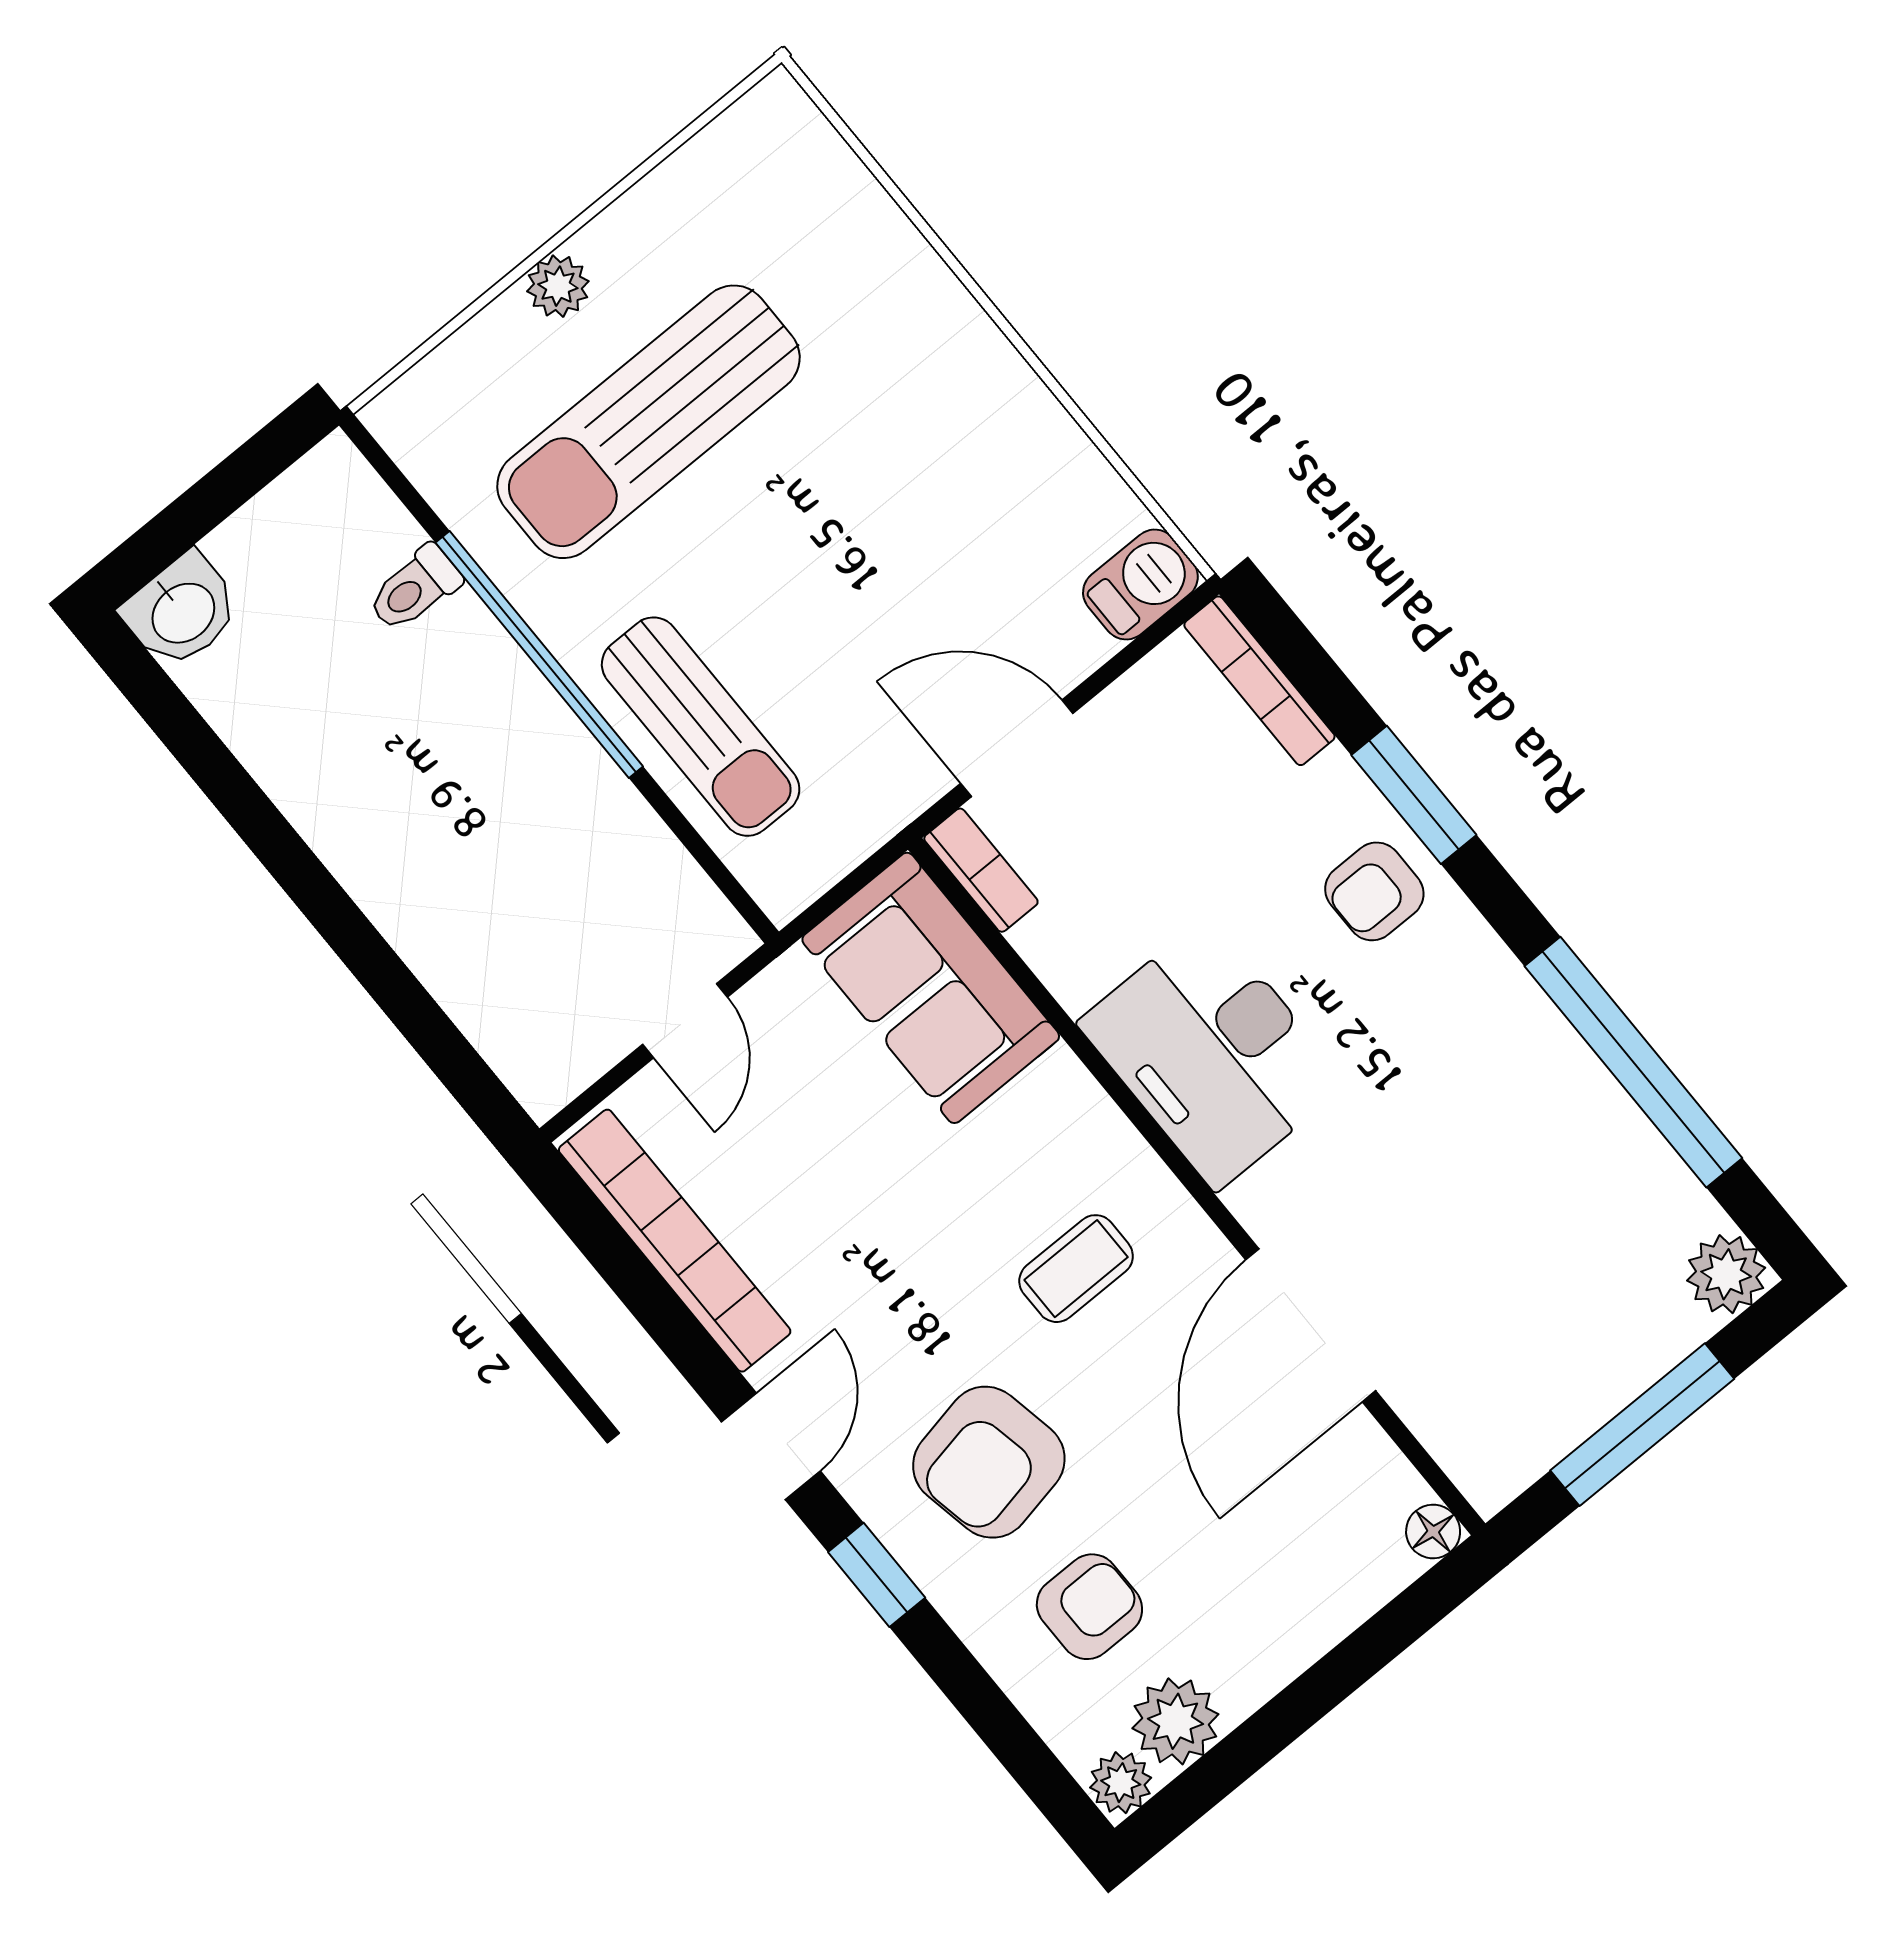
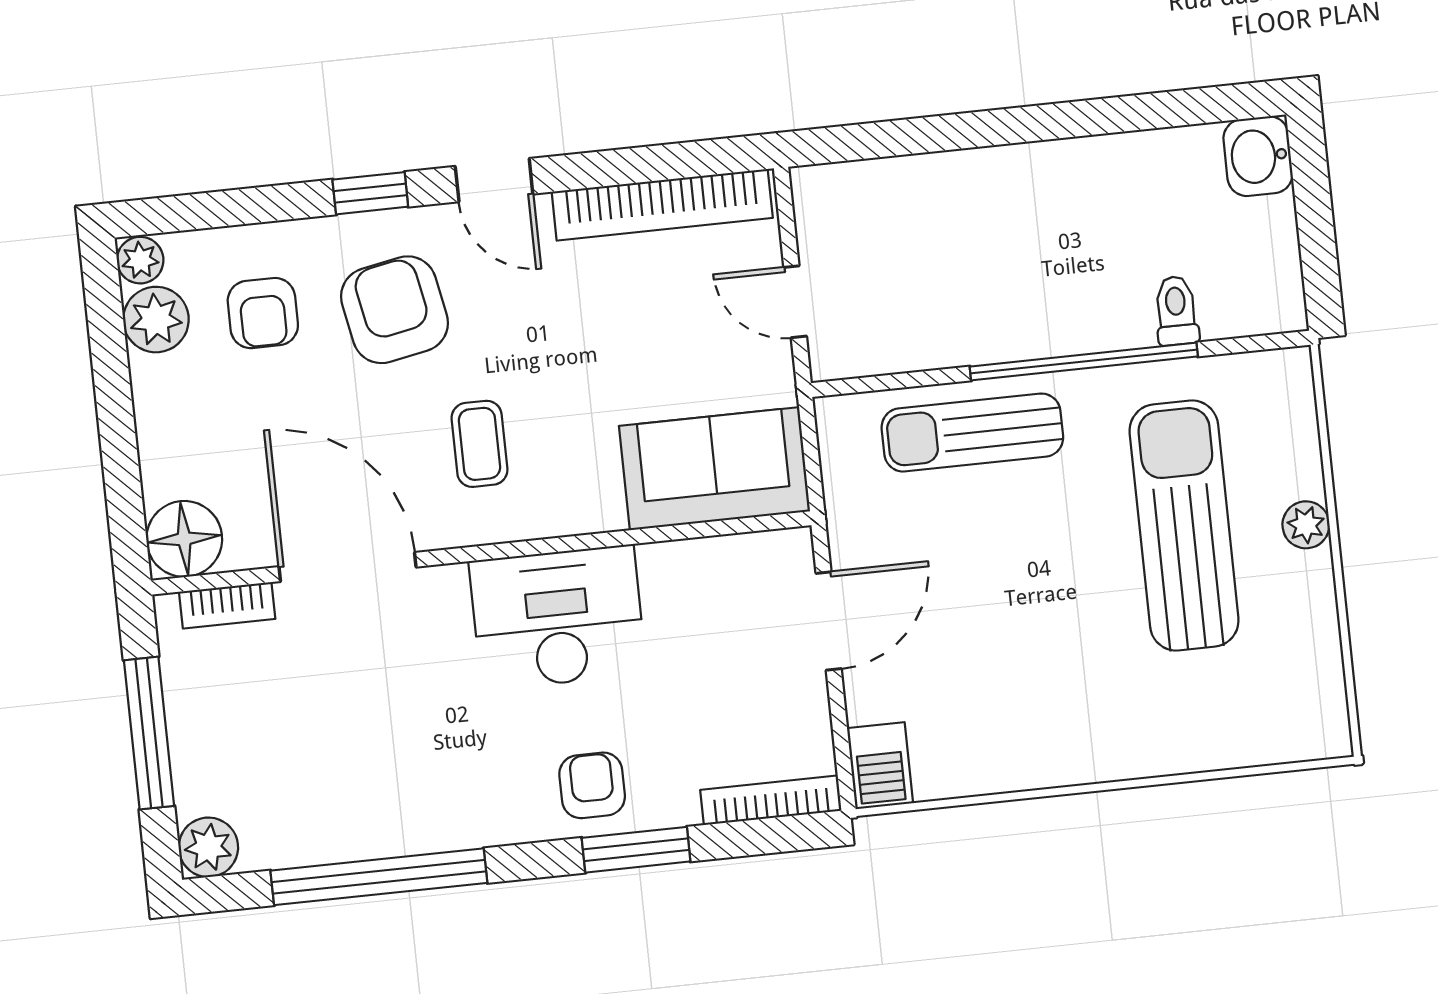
bookcase: (981, 870) -> (227, 605), moved
floor lamp: (1433, 1531) -> (184, 539), width x1.89, depth x1.89

